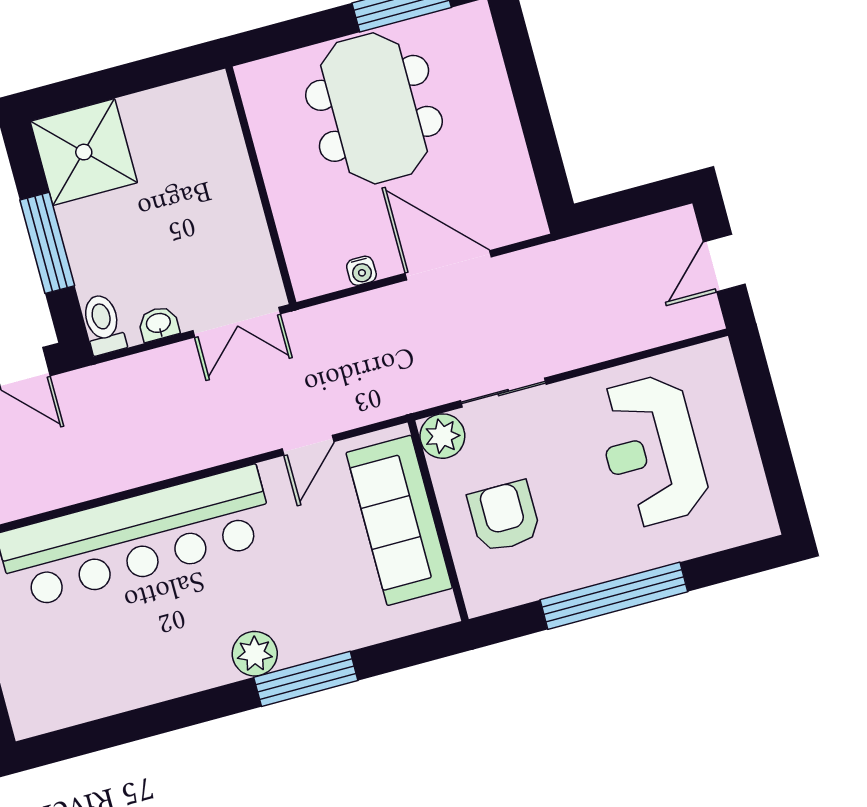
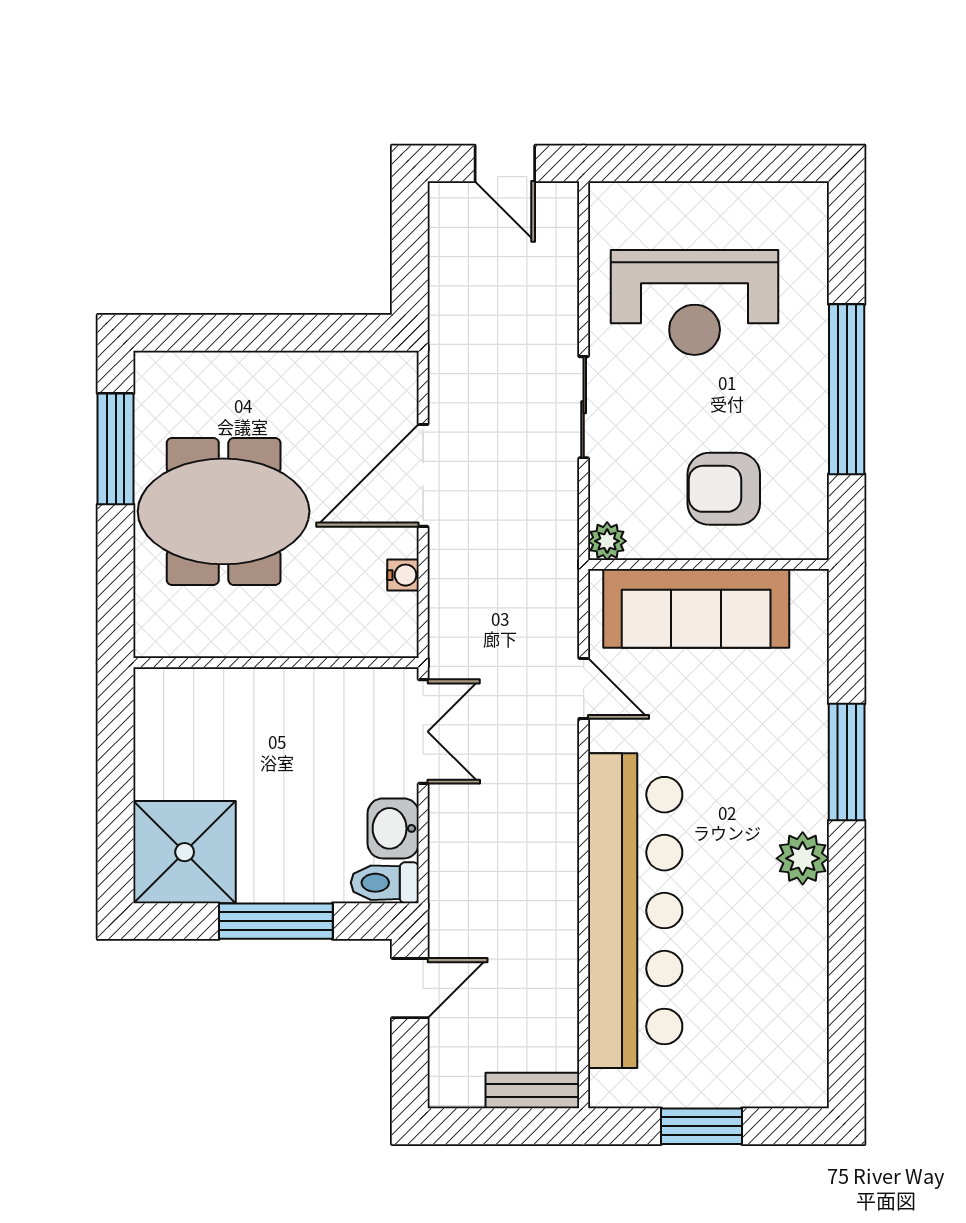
washbasin: (159, 324) -> (393, 828), width x1.38, depth x1.45
sliding door: (503, 393) -> (584, 407), moved
plant: (442, 436) -> (607, 541), width x0.73, depth x0.73
plant: (255, 654) -> (803, 858), moved

